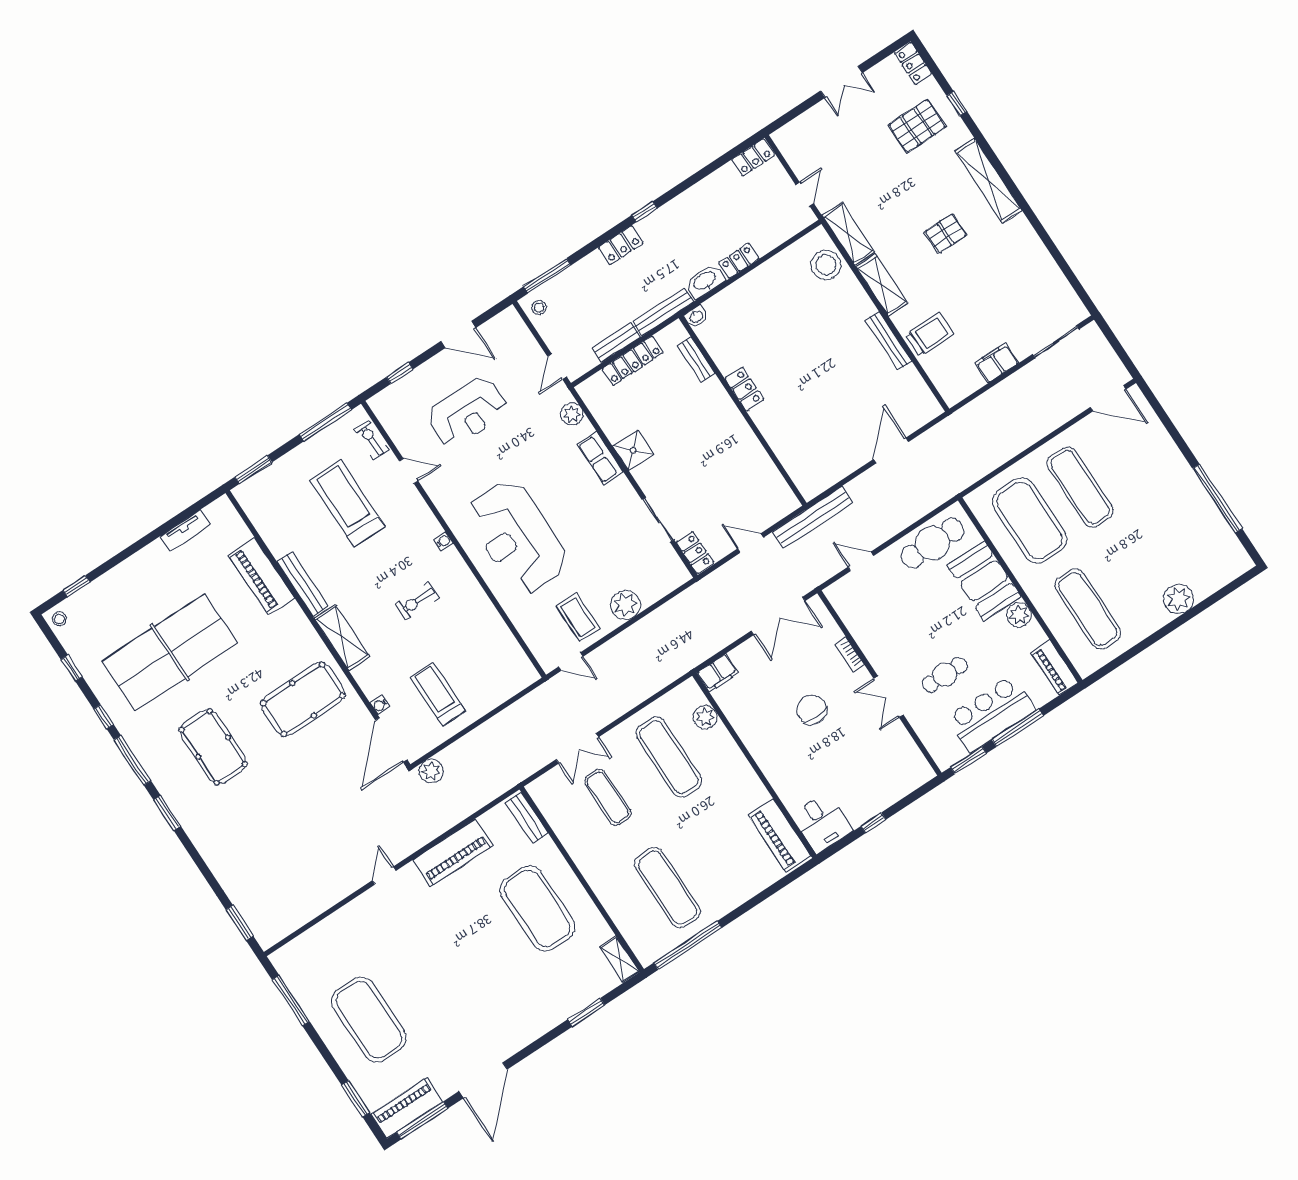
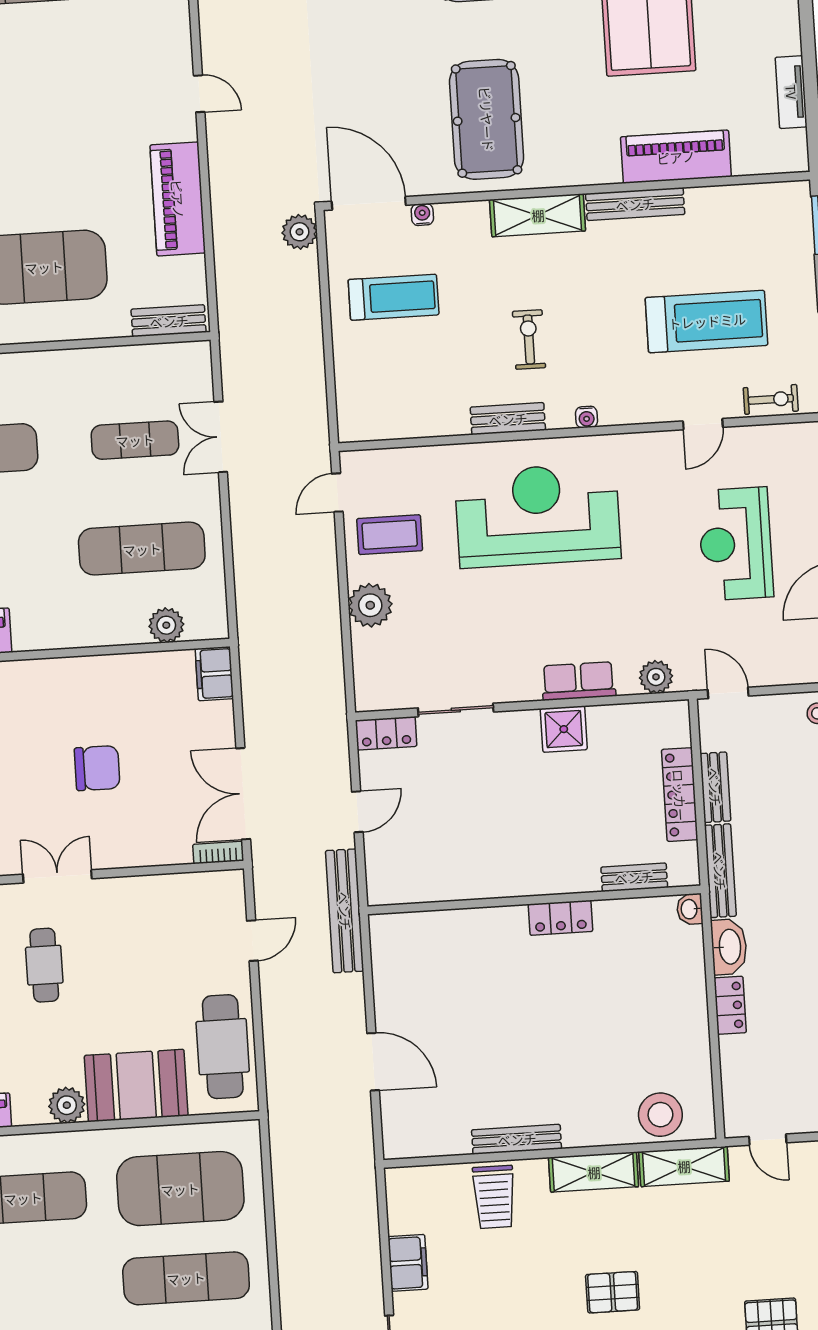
pallet: (946, 234) -> (613, 1292), turned 90
bench: (471, 587) -> (508, 419), added
bookcase: (850, 655) -> (218, 853), moved

